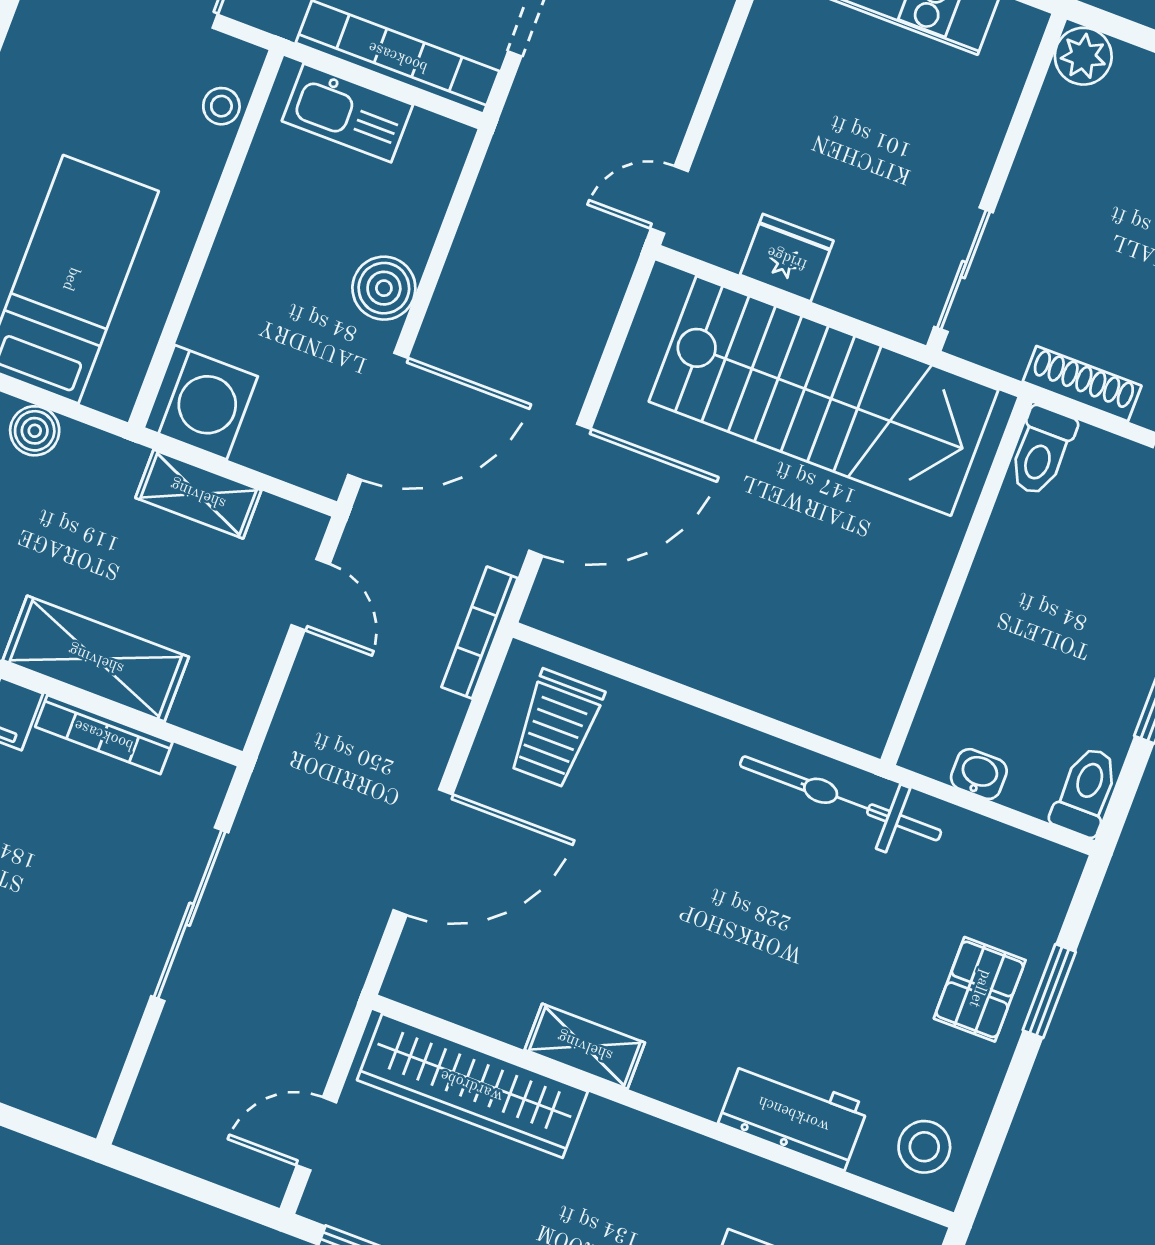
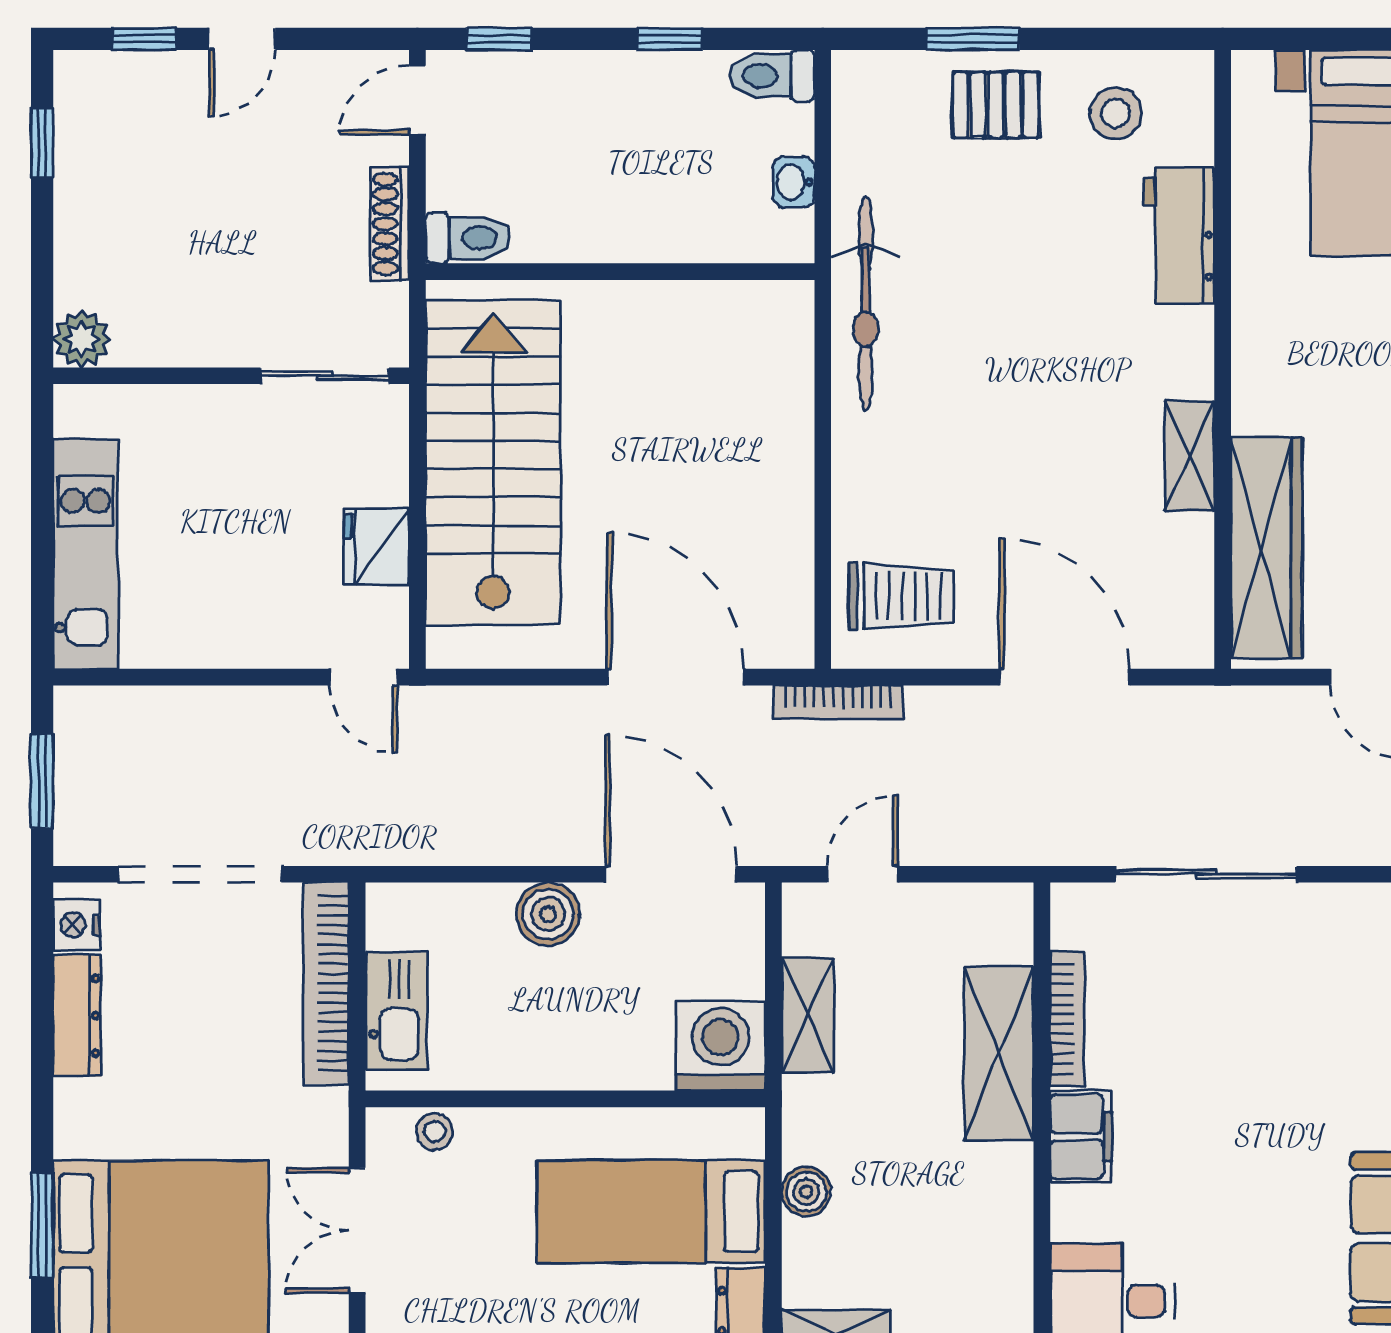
stool: (924, 1147) -> (1116, 113), moved

